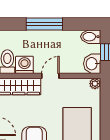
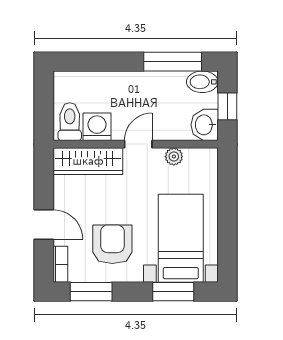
window: (44, 24) -> (173, 62), moved
plant: (95, 84) -> (174, 157), moved

